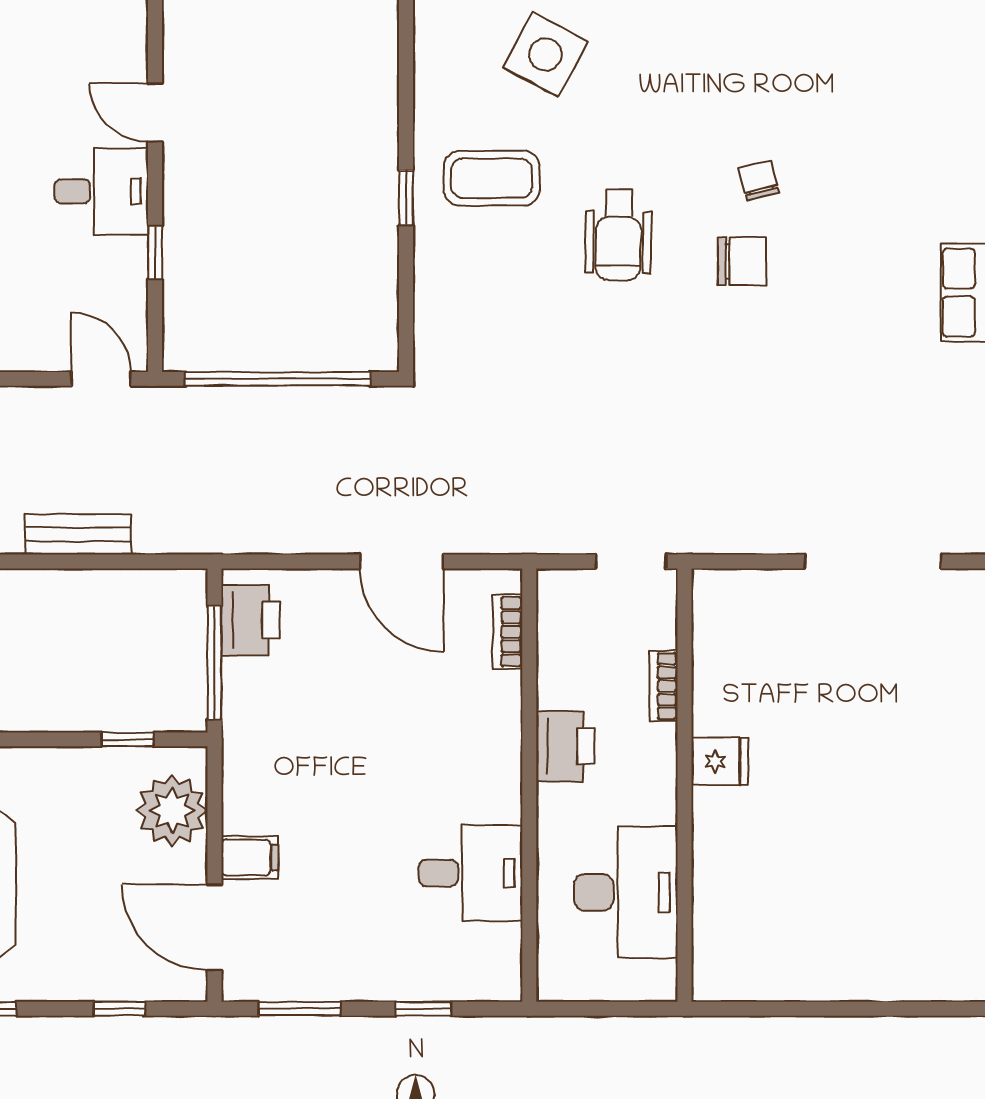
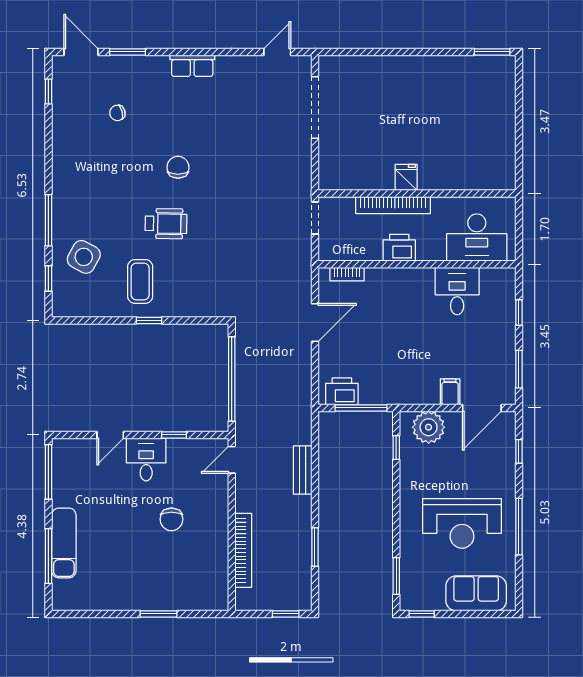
chair: (759, 180) -> (117, 113), moved
bookcase: (663, 686) -> (393, 205), width x2.31, depth x1.31
desk: (626, 892) -> (477, 238), moved, turned 180

